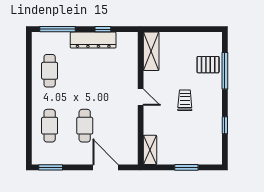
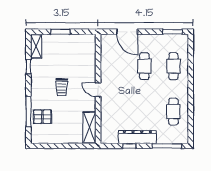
shelving: (150, 150) -> (36, 46), moved

